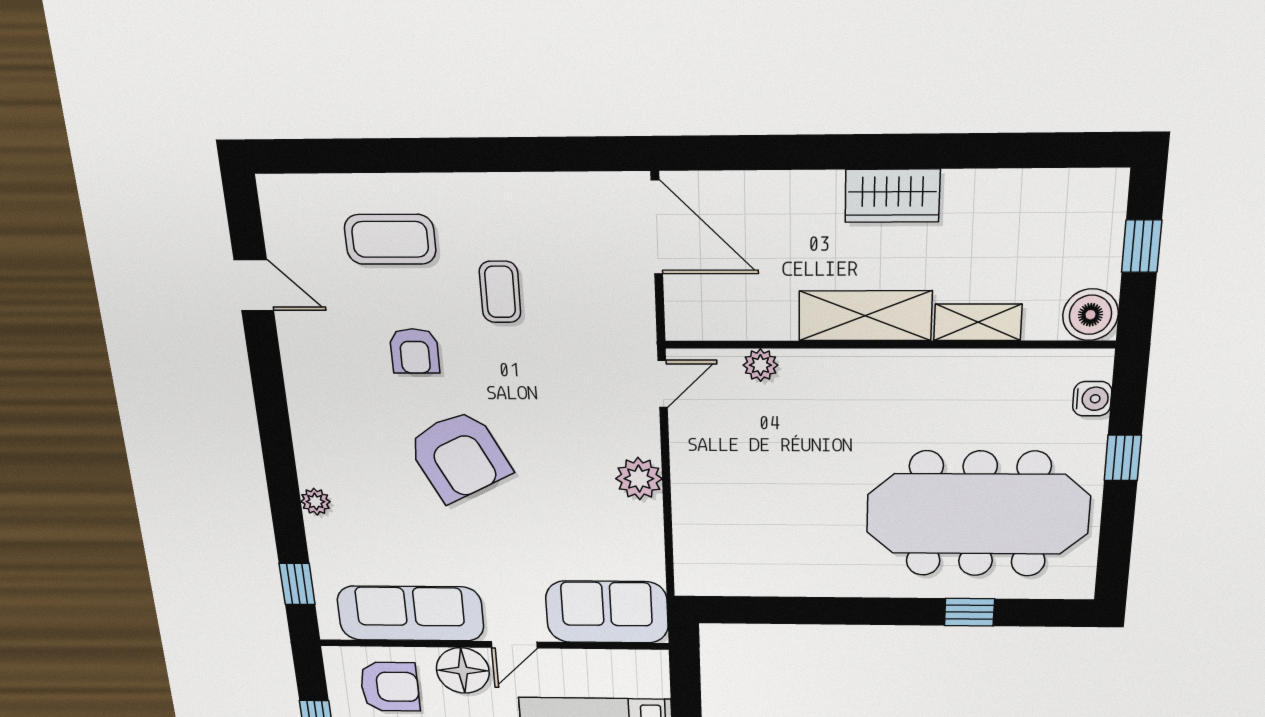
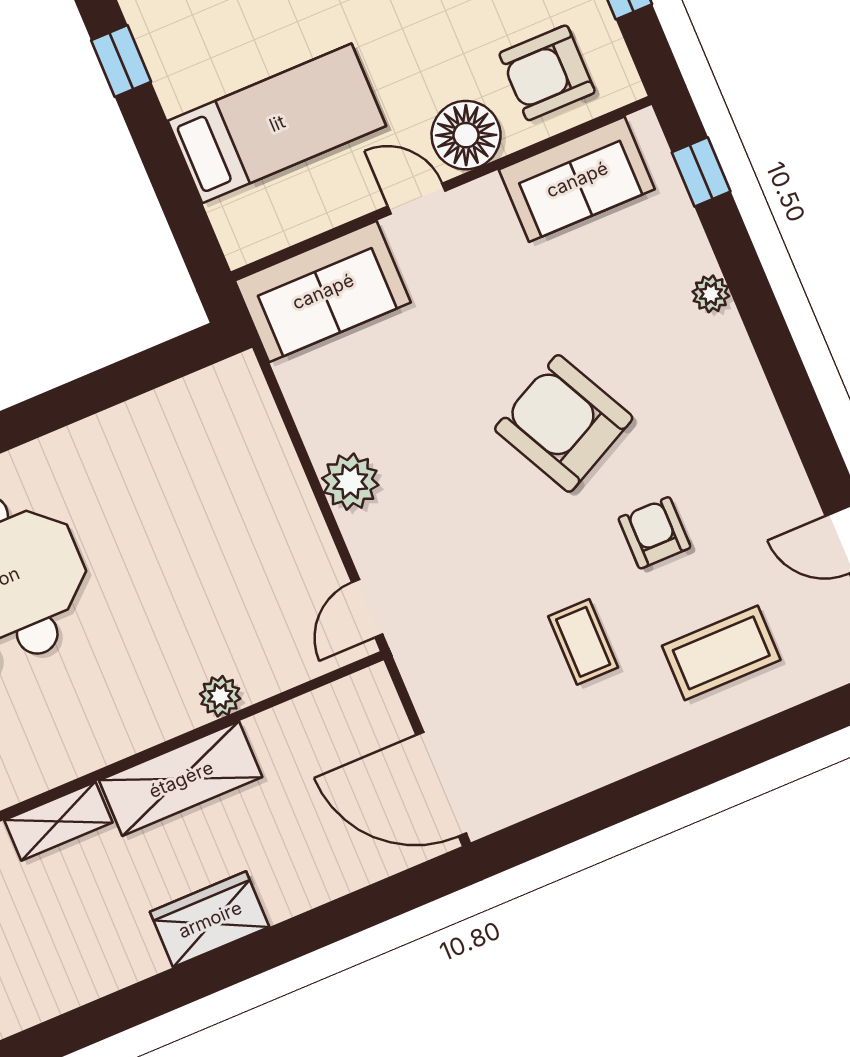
plant: (760, 365) -> (220, 696), moved
sofa: (411, 614) -> (577, 179), width x0.73
door: (514, 645) -> (417, 199), hinge flipped

